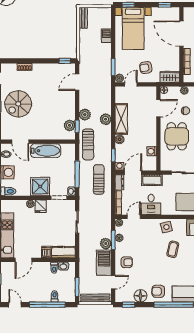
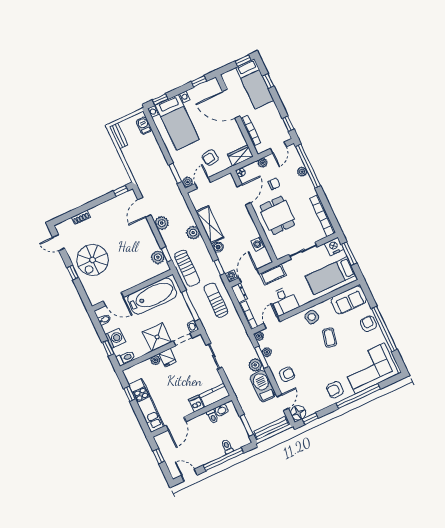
barbecue: (106, 36) -> (144, 126), moved
plant: (85, 115) -> (162, 223), moved
bathtub: (46, 151) -> (152, 296), width x1.36, depth x1.36
floor lamp: (140, 296) -> (298, 413), moved

